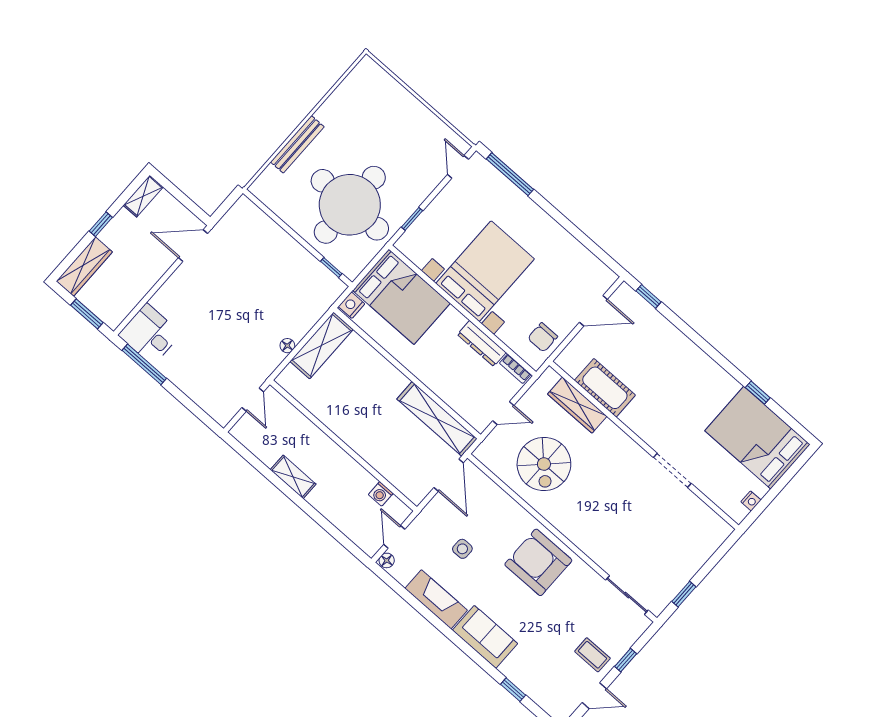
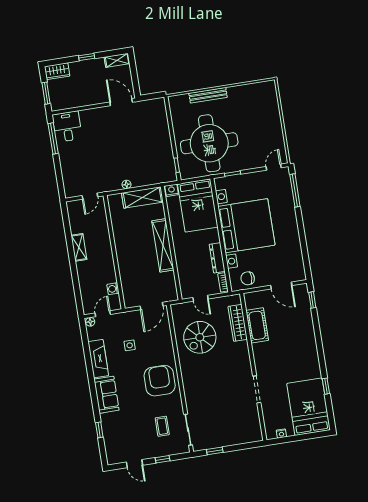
wardrobe: (84, 267) -> (57, 71), width x0.67
bed with nightstands: (485, 271) -> (246, 226), width x1.36
shelving: (437, 419) -> (163, 245), moved
coffee table: (592, 655) -> (162, 426), moved

